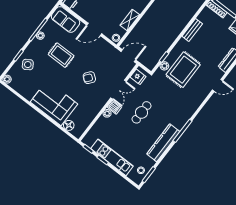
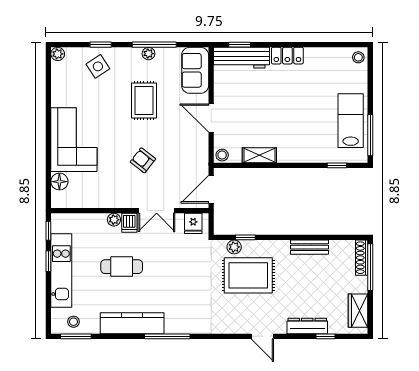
door: (128, 56) -> (211, 189), swing flipped
cafe table: (142, 112) -> (122, 267), moved

